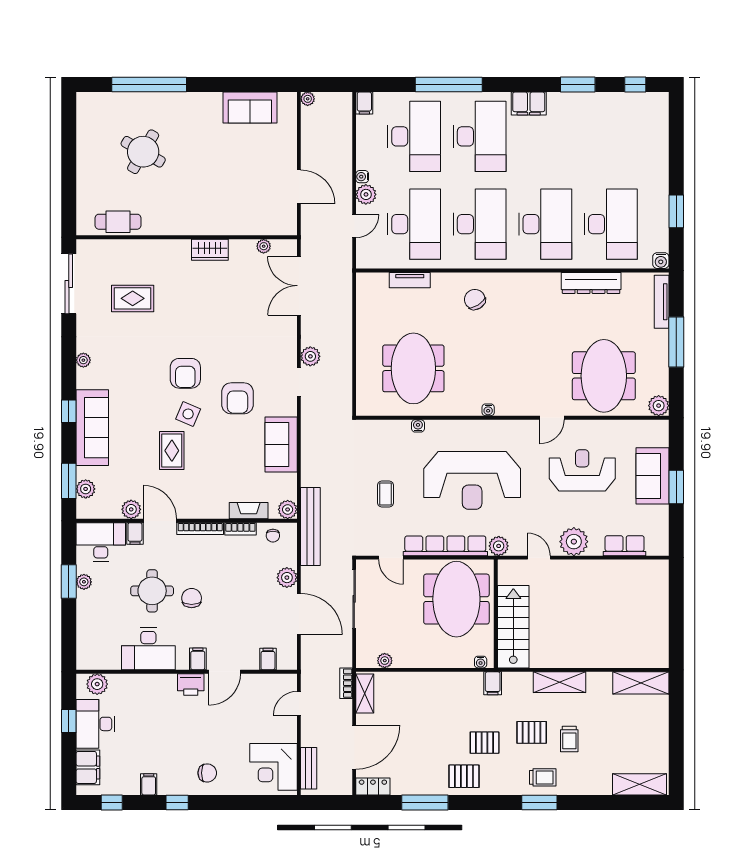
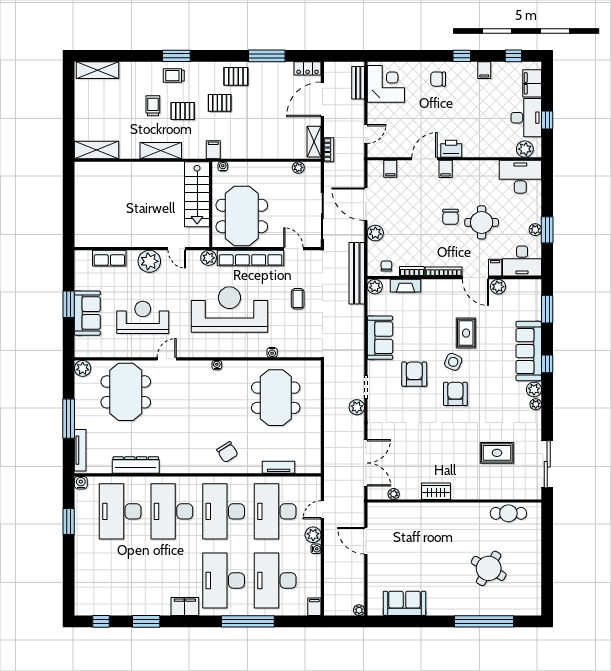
reception desk: (582, 470) -> (143, 317), turned 180
plant: (86, 489) -> (534, 390), moved
desk: (148, 649) -> (520, 177), moved

